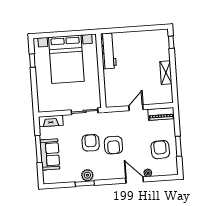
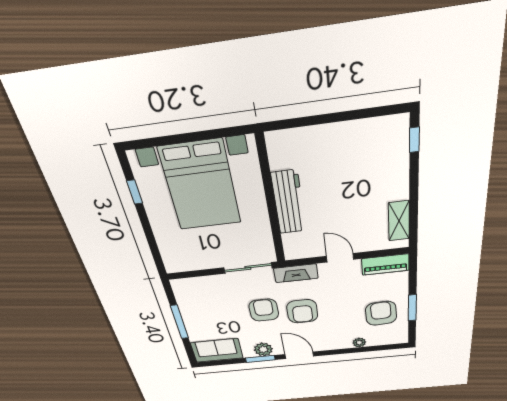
workbench: (108, 51) -> (289, 202), moved
shelving: (166, 73) -> (399, 221), moved
door: (136, 108) -> (340, 258), hinge flipped
fireplace: (51, 121) -> (296, 273), moved
sofa: (50, 154) -> (217, 350), moved, turned -90
door: (135, 180) -> (299, 355), moved

